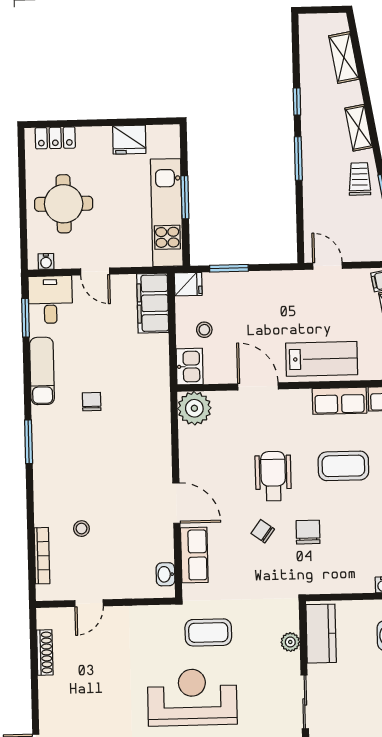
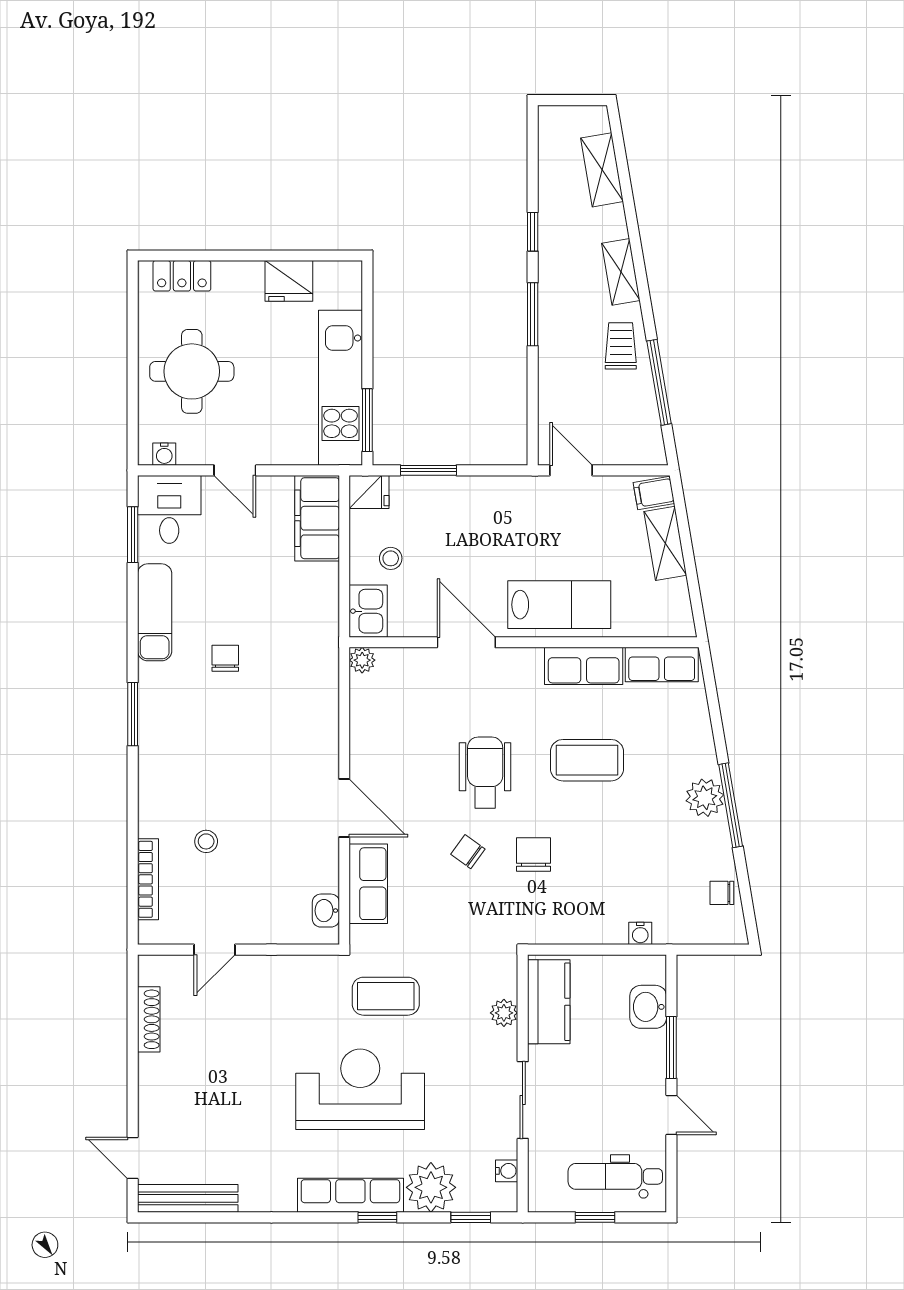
window: (185, 197) -> (367, 420), moved
plant: (194, 408) -> (362, 660), width x0.53, depth x0.53

